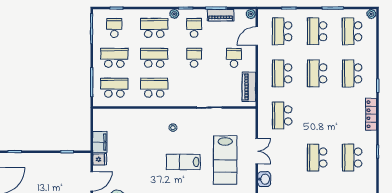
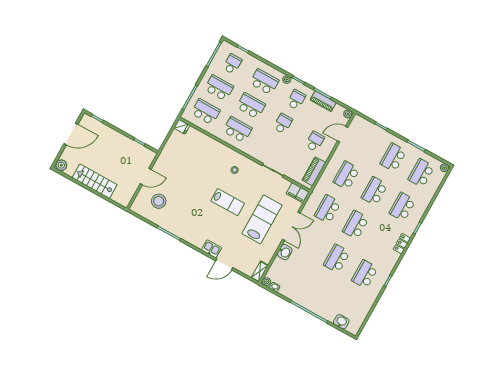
school desk: (282, 31) -> (356, 225), moved
locker: (371, 114) -> (402, 244), width x0.66
filing cabinet: (100, 142) -> (298, 193), moved, turned 90
double door: (257, 151) -> (291, 226), width x1.37
fridge: (100, 159) -> (182, 127), moved
lab bench: (225, 160) -> (262, 219), turned 180
lab bench: (183, 162) -> (228, 202), turned 180

